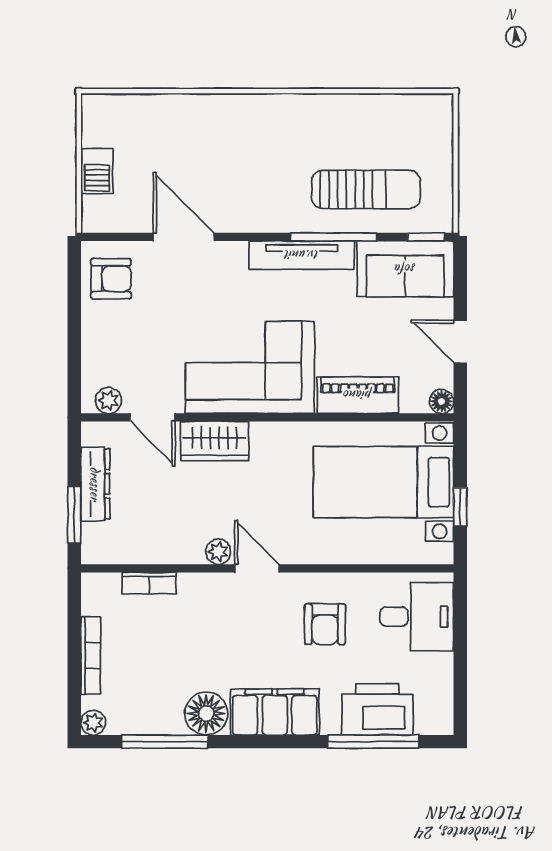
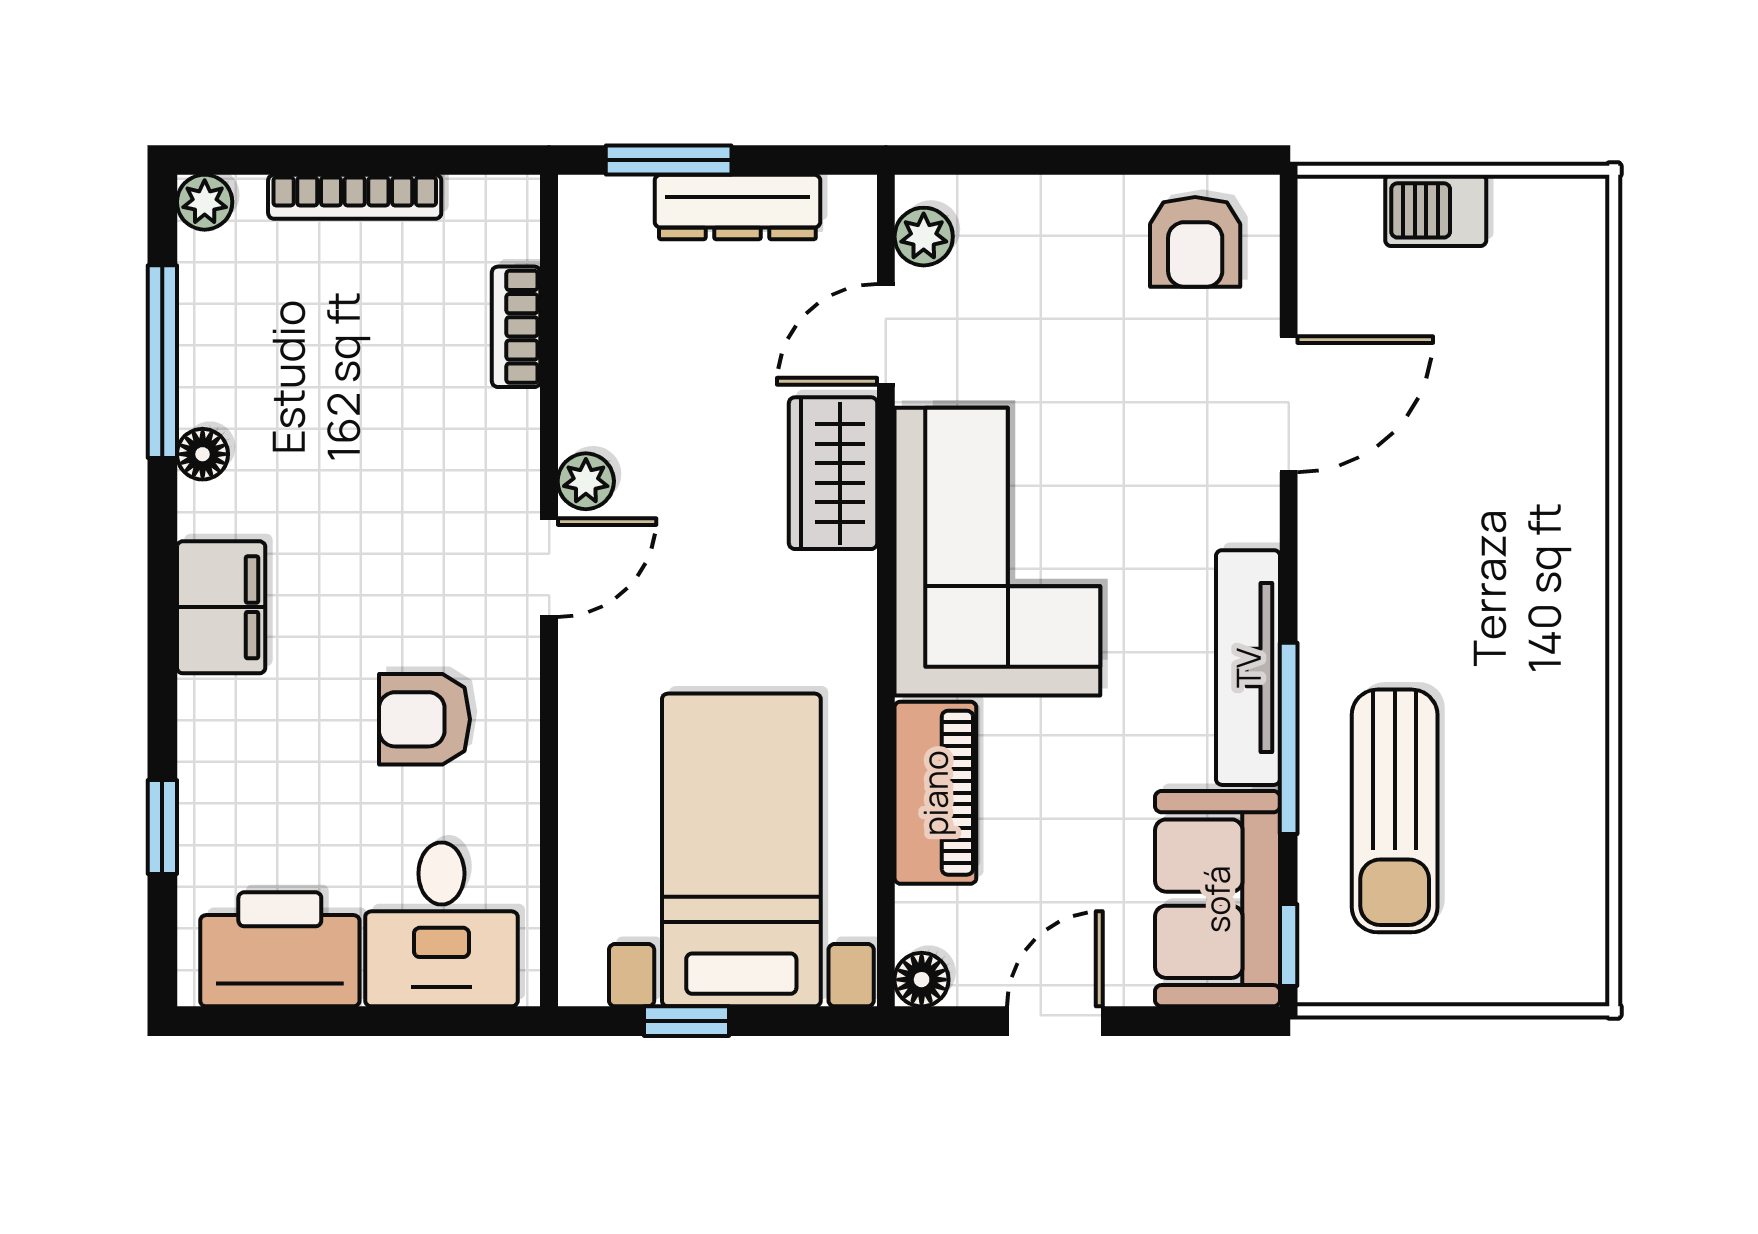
printer: (377, 709) -> (280, 949), moved, turned -90
filing cabinet: (275, 712) -> (221, 607), width x0.67, depth x0.86
floor lamp: (206, 713) -> (203, 454), width x0.53, depth x0.53
window: (373, 742) -> (162, 827), width x0.46

